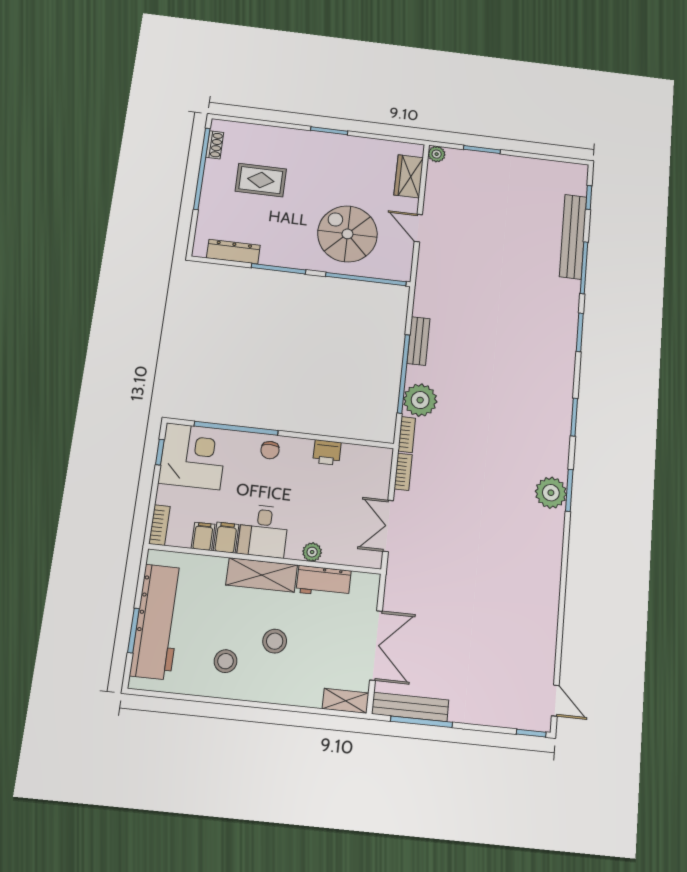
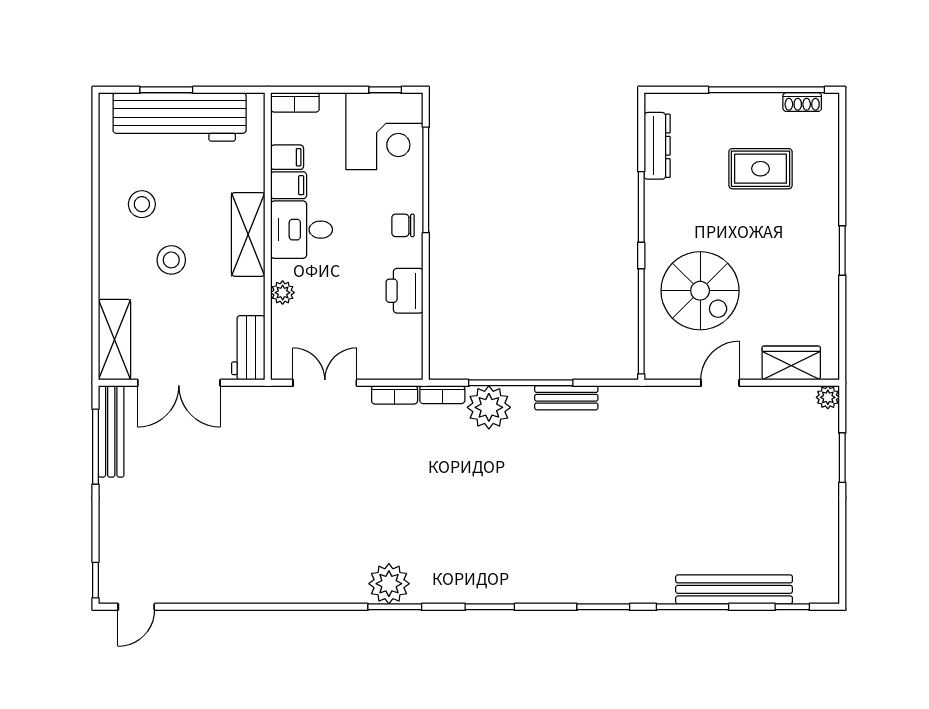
rug: (261, 180) -> (760, 169), turned 90
spiral stairs: (347, 234) -> (700, 291), turned 90
printer: (327, 452) -> (404, 291), width x1.36, depth x1.24
workbench: (324, 582) -> (248, 348), moved
shelving: (346, 701) -> (114, 340), width x1.50, depth x1.33

